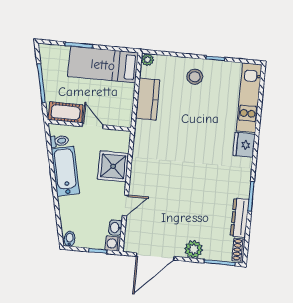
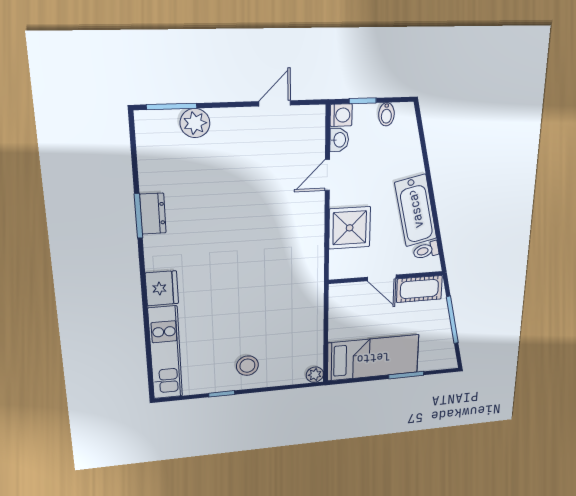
kitchen counter: (148, 99) -> (310, 325), removed
dresser: (240, 218) -> (153, 214), moved, width x0.70
bidet: (70, 239) -> (386, 114), moved
plant: (194, 249) -> (195, 123), moved
shoe rack: (239, 250) -> (144, 131), removed
door: (155, 256) -> (275, 103), width x0.53

